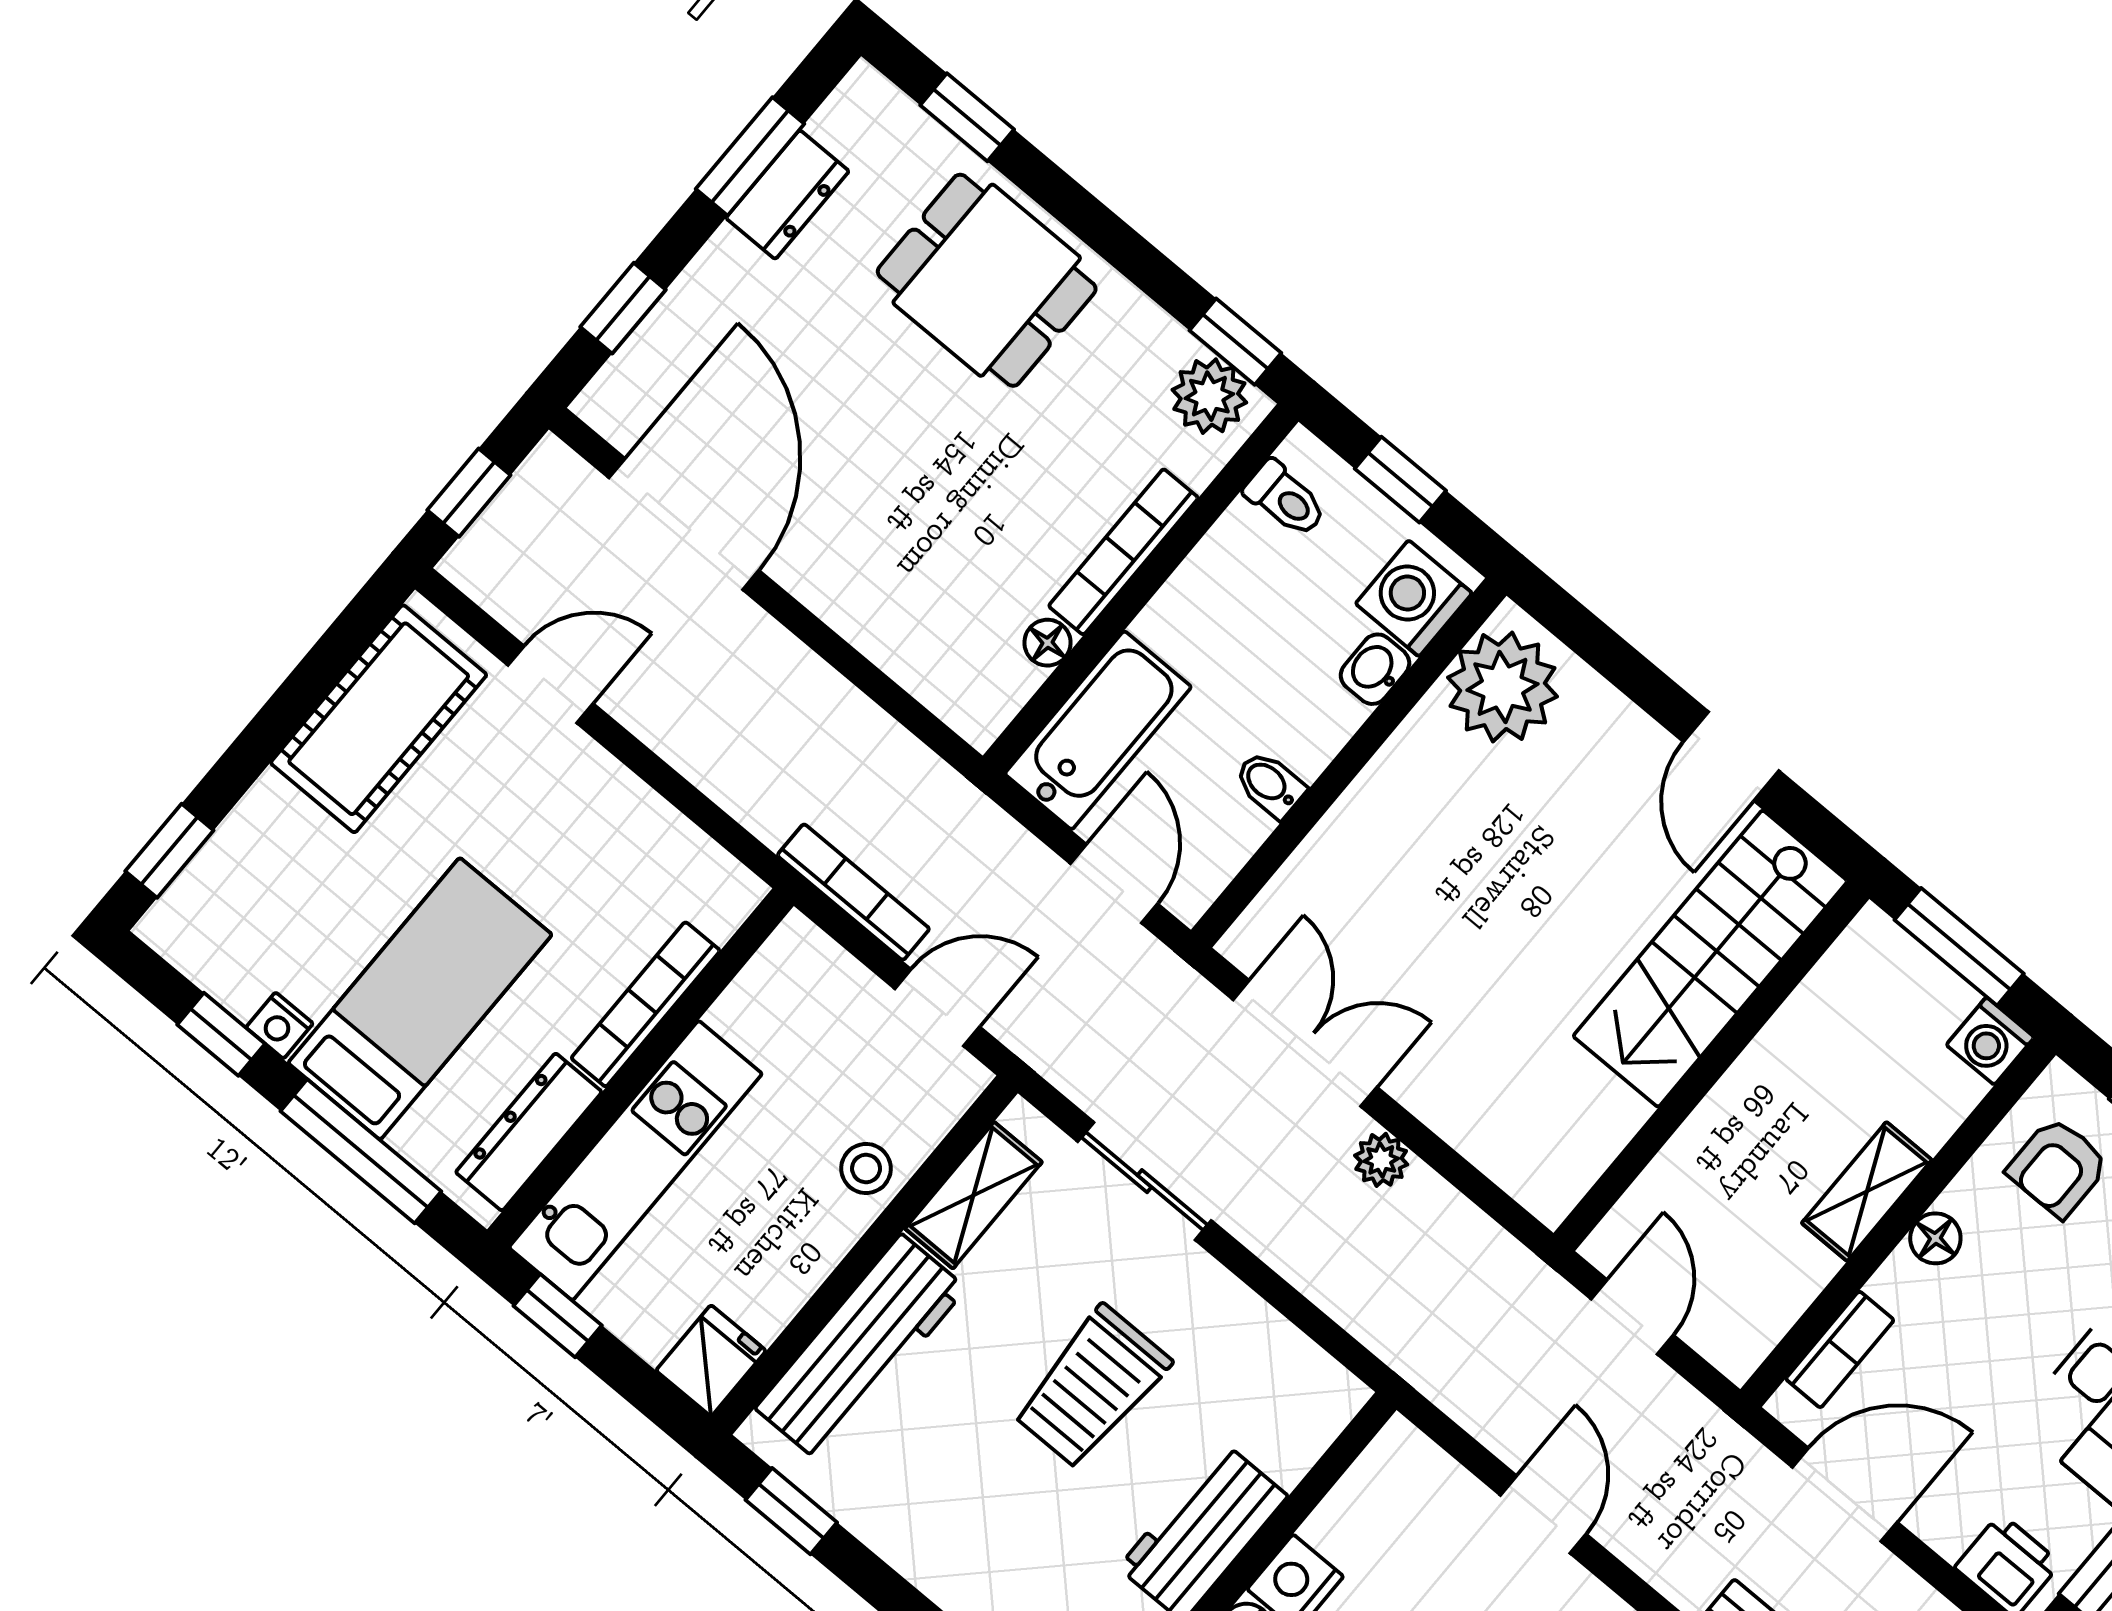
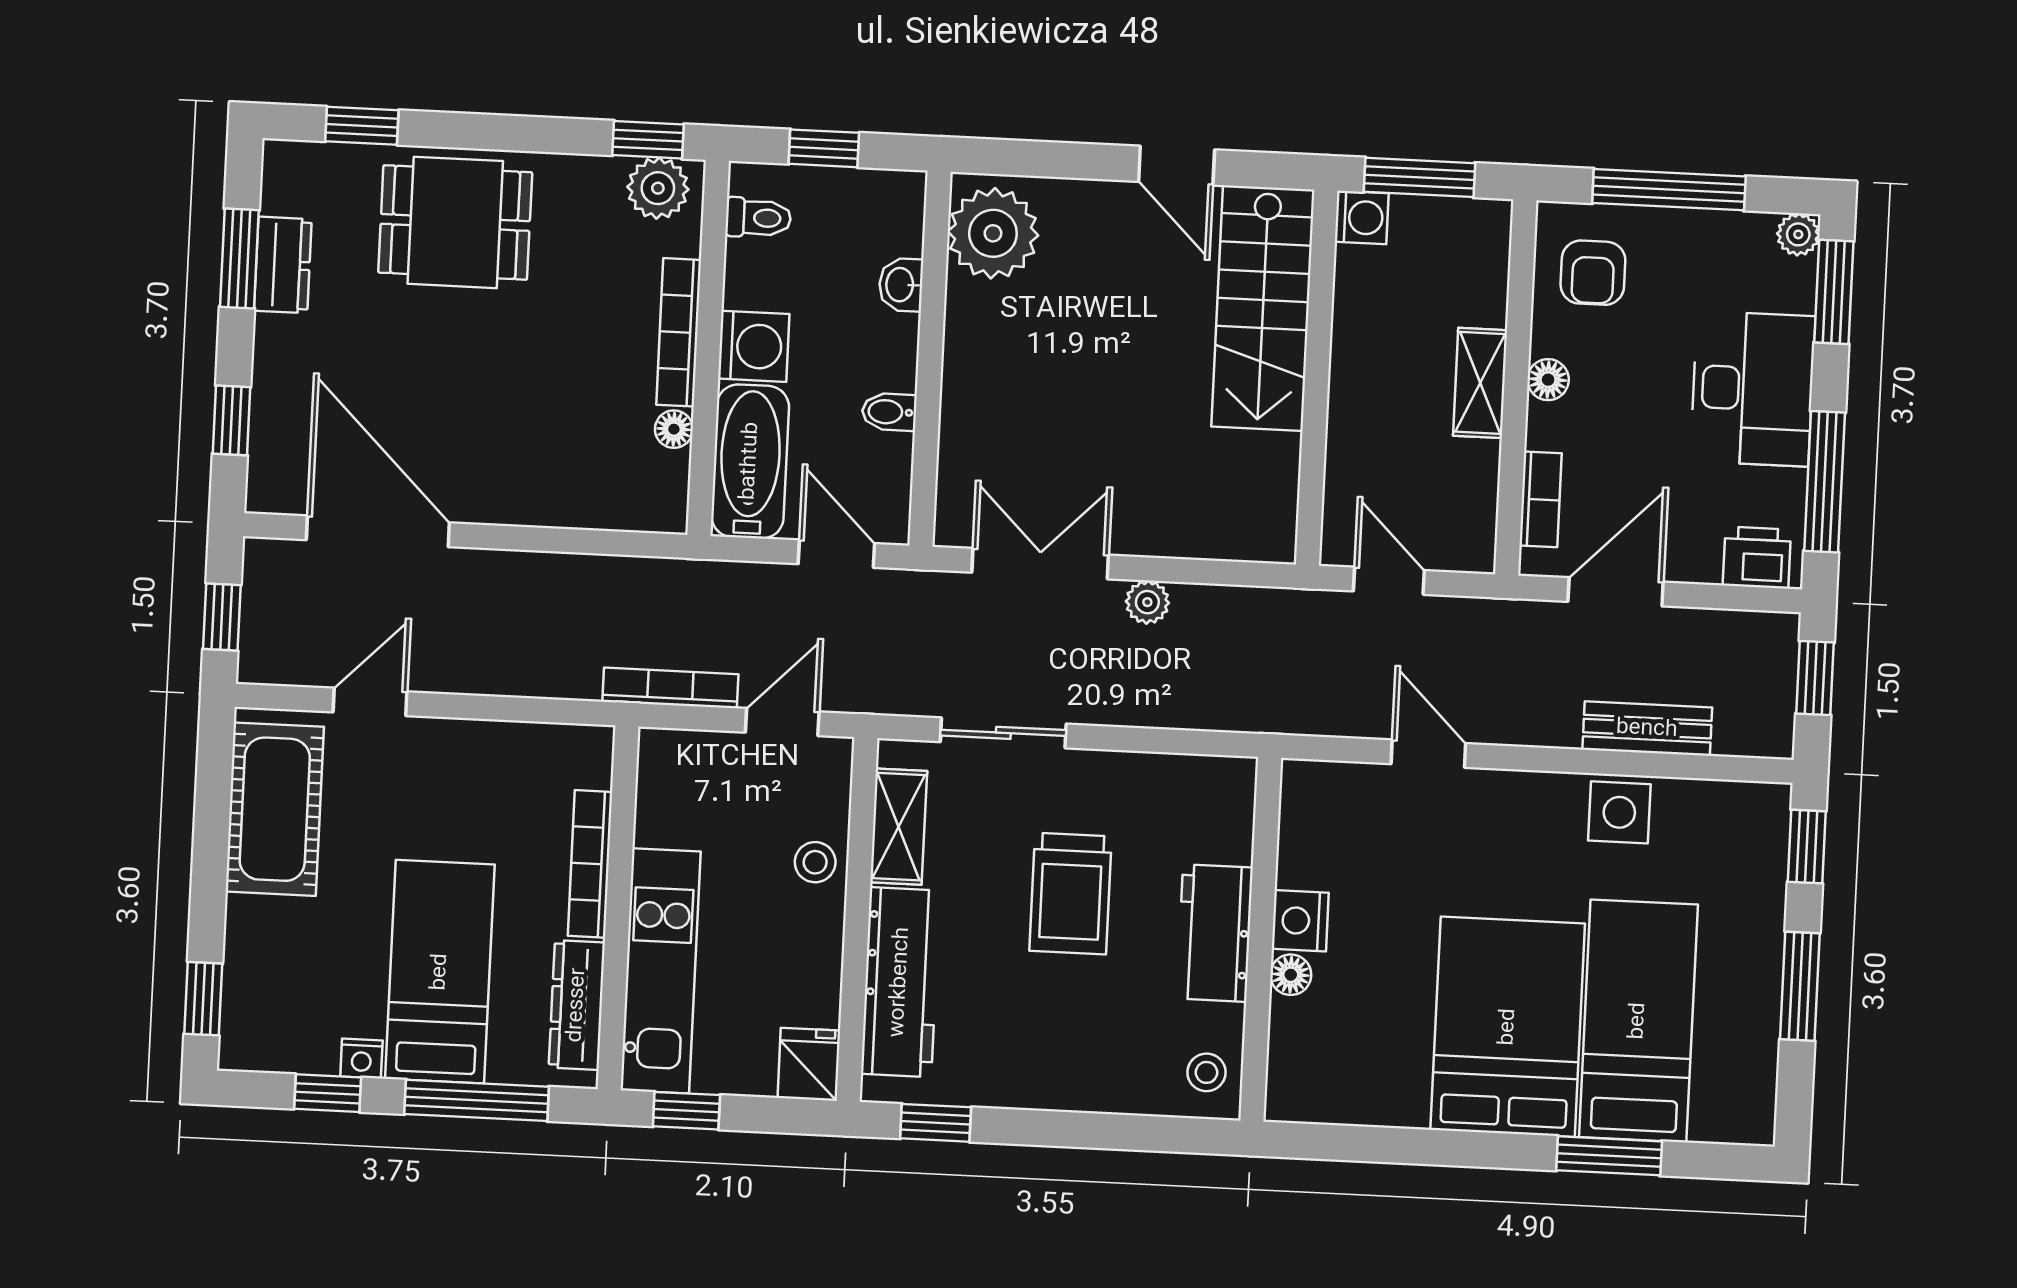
washing machine: (1414, 598) -> (754, 346), moved, turned 180
washing machine: (1990, 1041) -> (1362, 218), moved, turned -90

